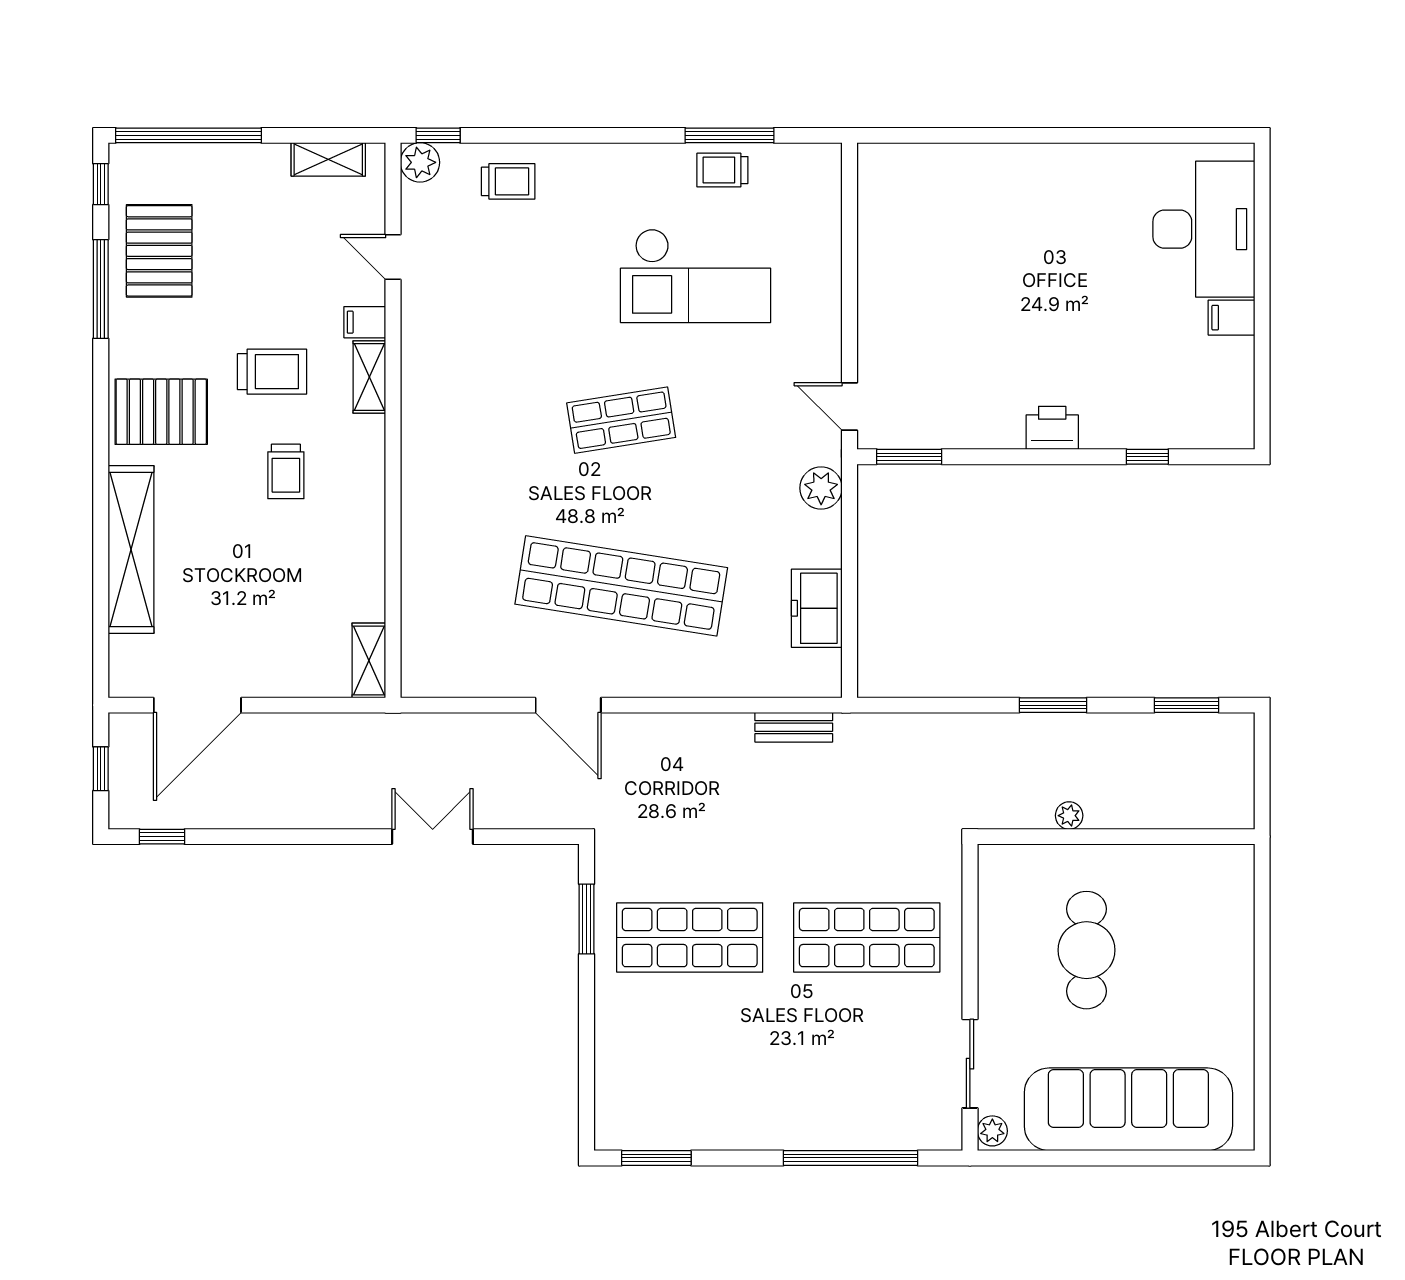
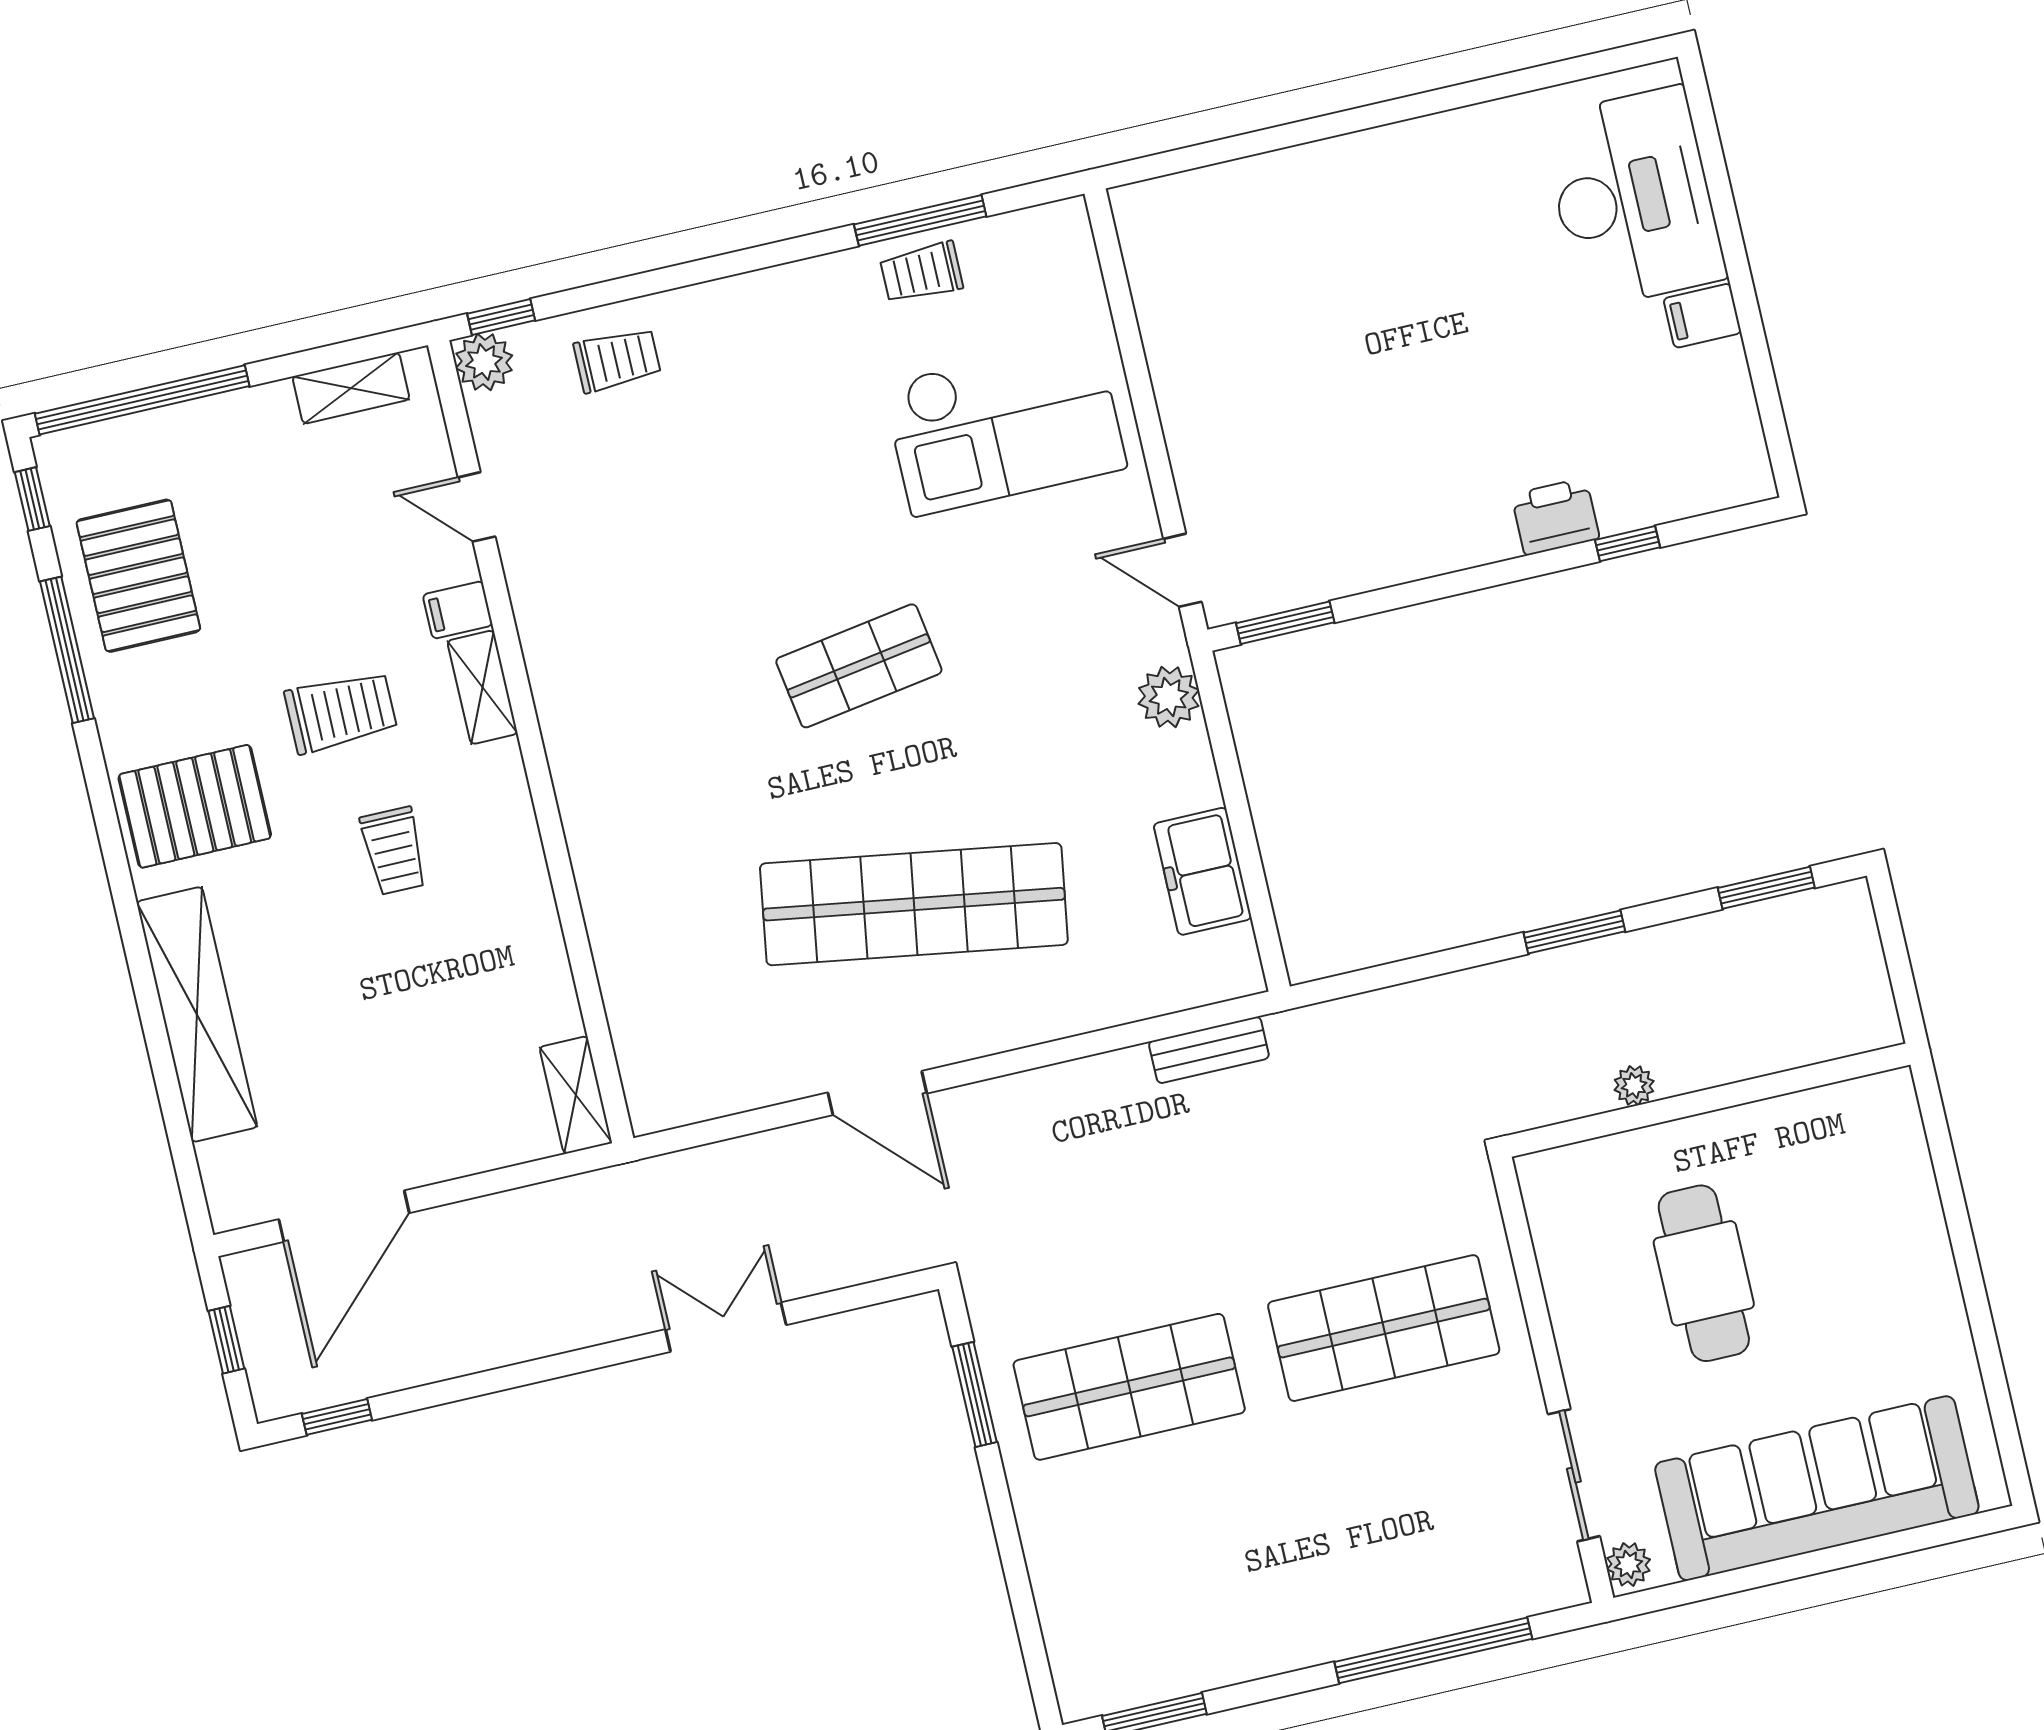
checkout: (696, 276) -> (1005, 426), moved
printer: (1052, 428) -> (1555, 517), moved

